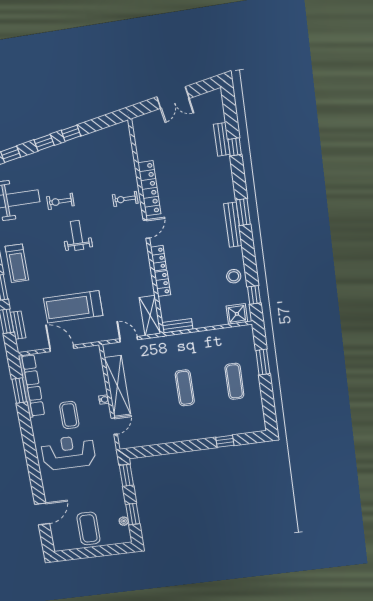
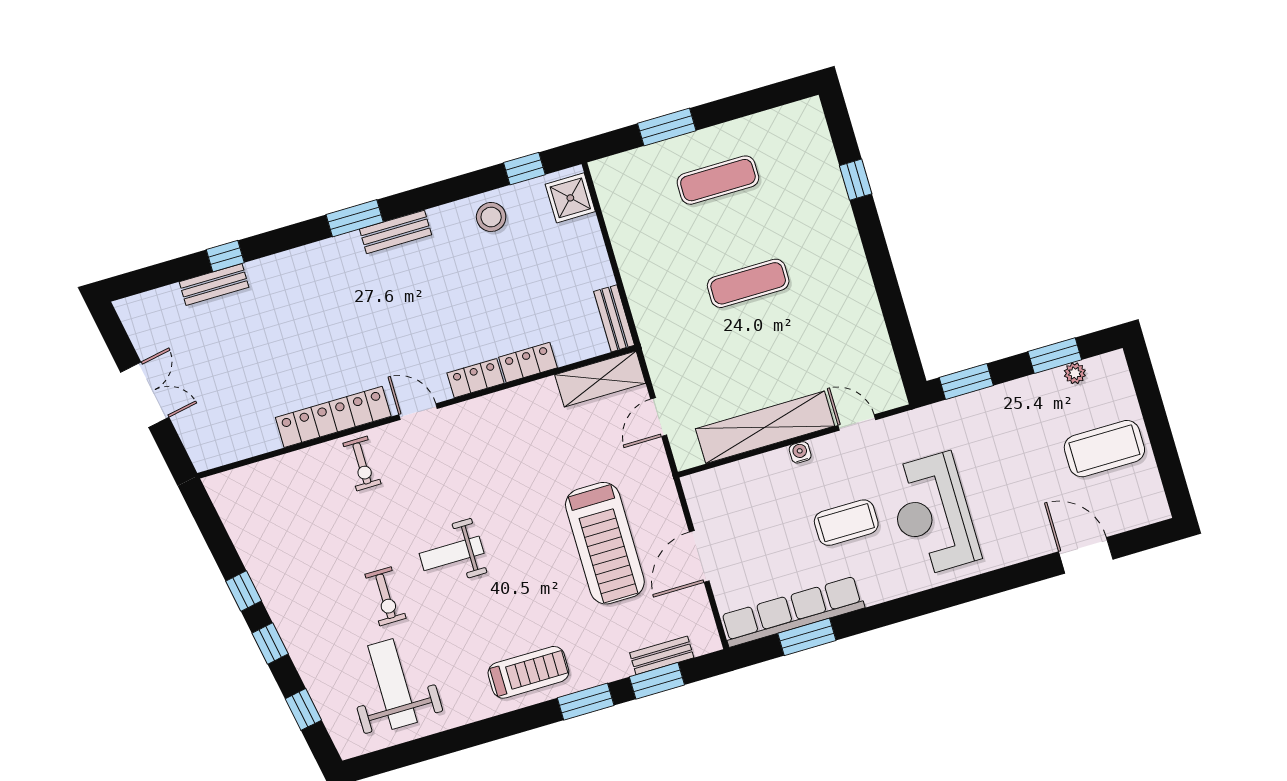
bench: (233, 225) -> (395, 232), width x0.73

